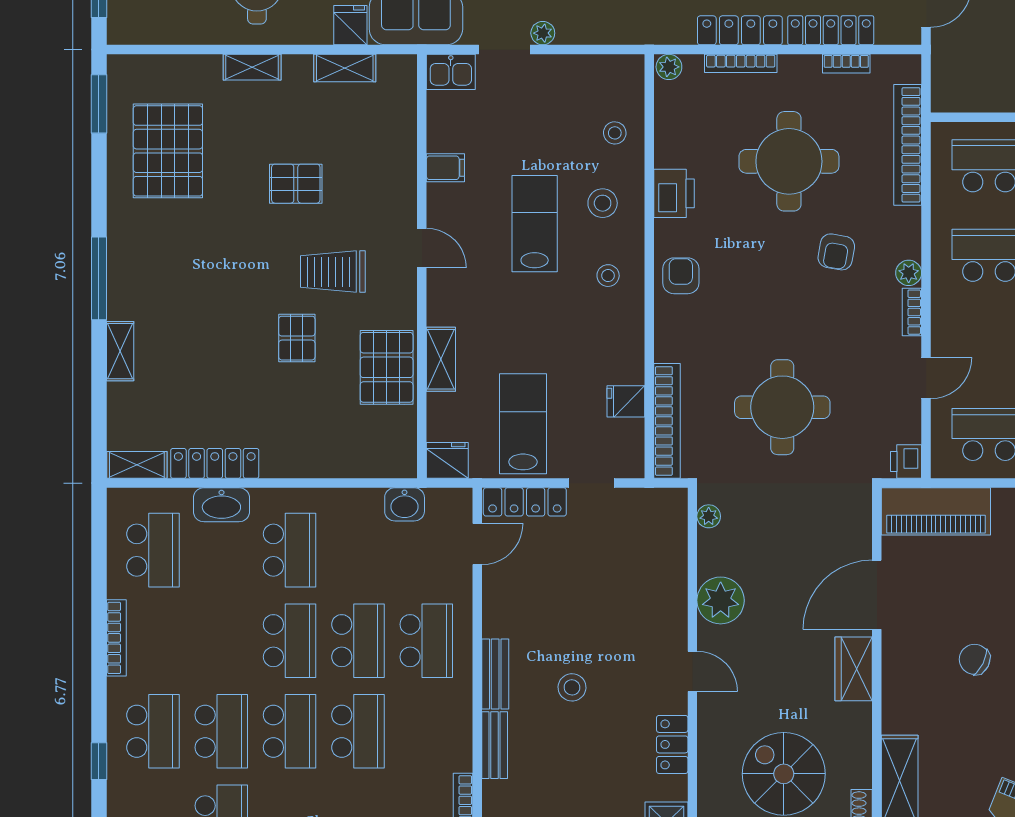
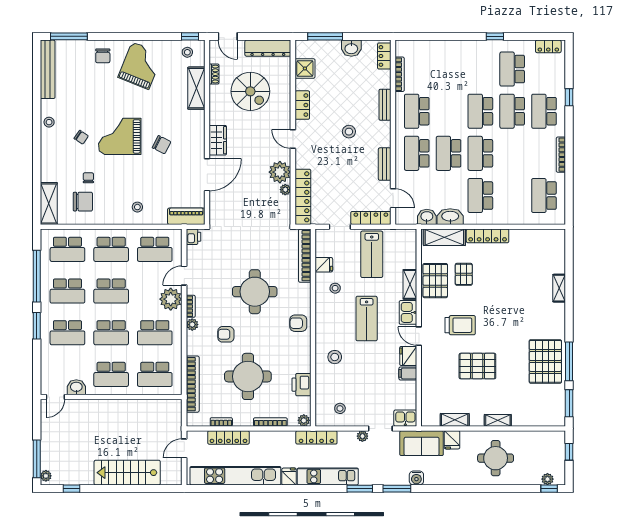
locker: (740, 30) -> (316, 437), moved
stool: (615, 133) -> (340, 408), moved
pallet: (168, 151) -> (545, 361), moved
pallet: (296, 184) -> (477, 366), width x1.50, depth x1.42
printer: (674, 193) -> (301, 385), moved
lab bench: (535, 224) -> (367, 319), moved
armchair: (836, 252) -> (226, 334), turned -100
stool: (608, 276) -> (335, 288), moved
armchair: (681, 276) -> (298, 323), turned 90
window: (99, 278) -> (569, 361), moved
kitchen sink: (445, 299) -> (408, 312), added
plant: (955, 327) -> (171, 299), added
pallet: (297, 338) -> (464, 274), moved
round table: (782, 407) -> (255, 292), moved
fridge: (447, 460) -> (408, 356), moved, turned 90
locker: (215, 463) -> (488, 236), moved
shelving: (137, 465) -> (444, 237), moved, width x1.50, depth x1.33
washbasin: (221, 505) -> (450, 217), moved
piano: (936, 511) -> (186, 216), width x0.73, depth x0.75
plant: (709, 516) -> (285, 190), moved
door: (477, 544) -> (393, 198), swing flipped
locker: (671, 547) -> (303, 197), added
bench: (495, 674) -> (385, 164), moved
school desk: (358, 731) -> (417, 111), moved

